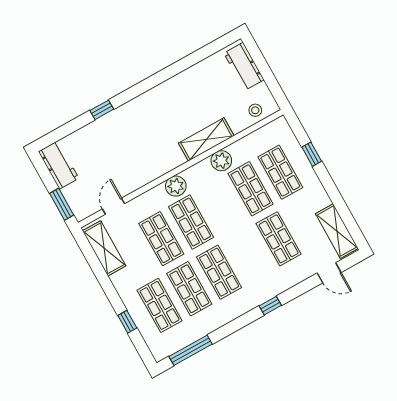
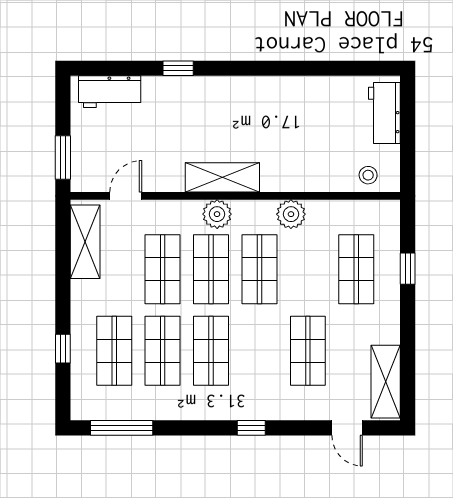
shelving: (206, 139) -> (222, 177), moved
workbench: (59, 165) -> (110, 92), moved, turned 90
shop shelf: (251, 189) -> (259, 269), moved

